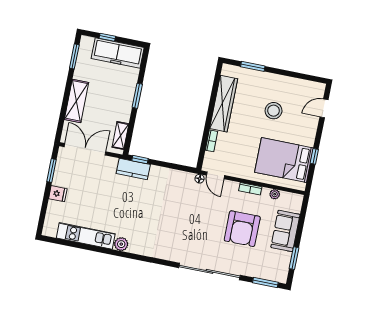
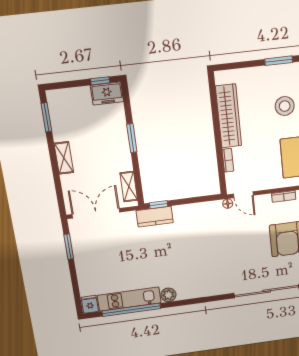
window: (107, 37) -> (100, 81), moved
freezer: (118, 53) -> (107, 93), width x0.52, depth x0.79
window: (253, 66) -> (279, 61), moved
shelving: (77, 101) -> (64, 158), width x0.67, depth x0.75
fridge: (58, 194) -> (90, 304), moved, turned -90
window: (84, 246) -> (131, 310), added

